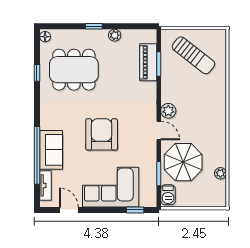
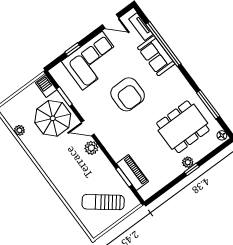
plant: (115, 35) -> (188, 162), moved
window: (37, 73) -> (208, 104), width x2.17
window: (135, 210) -> (73, 49), moved

